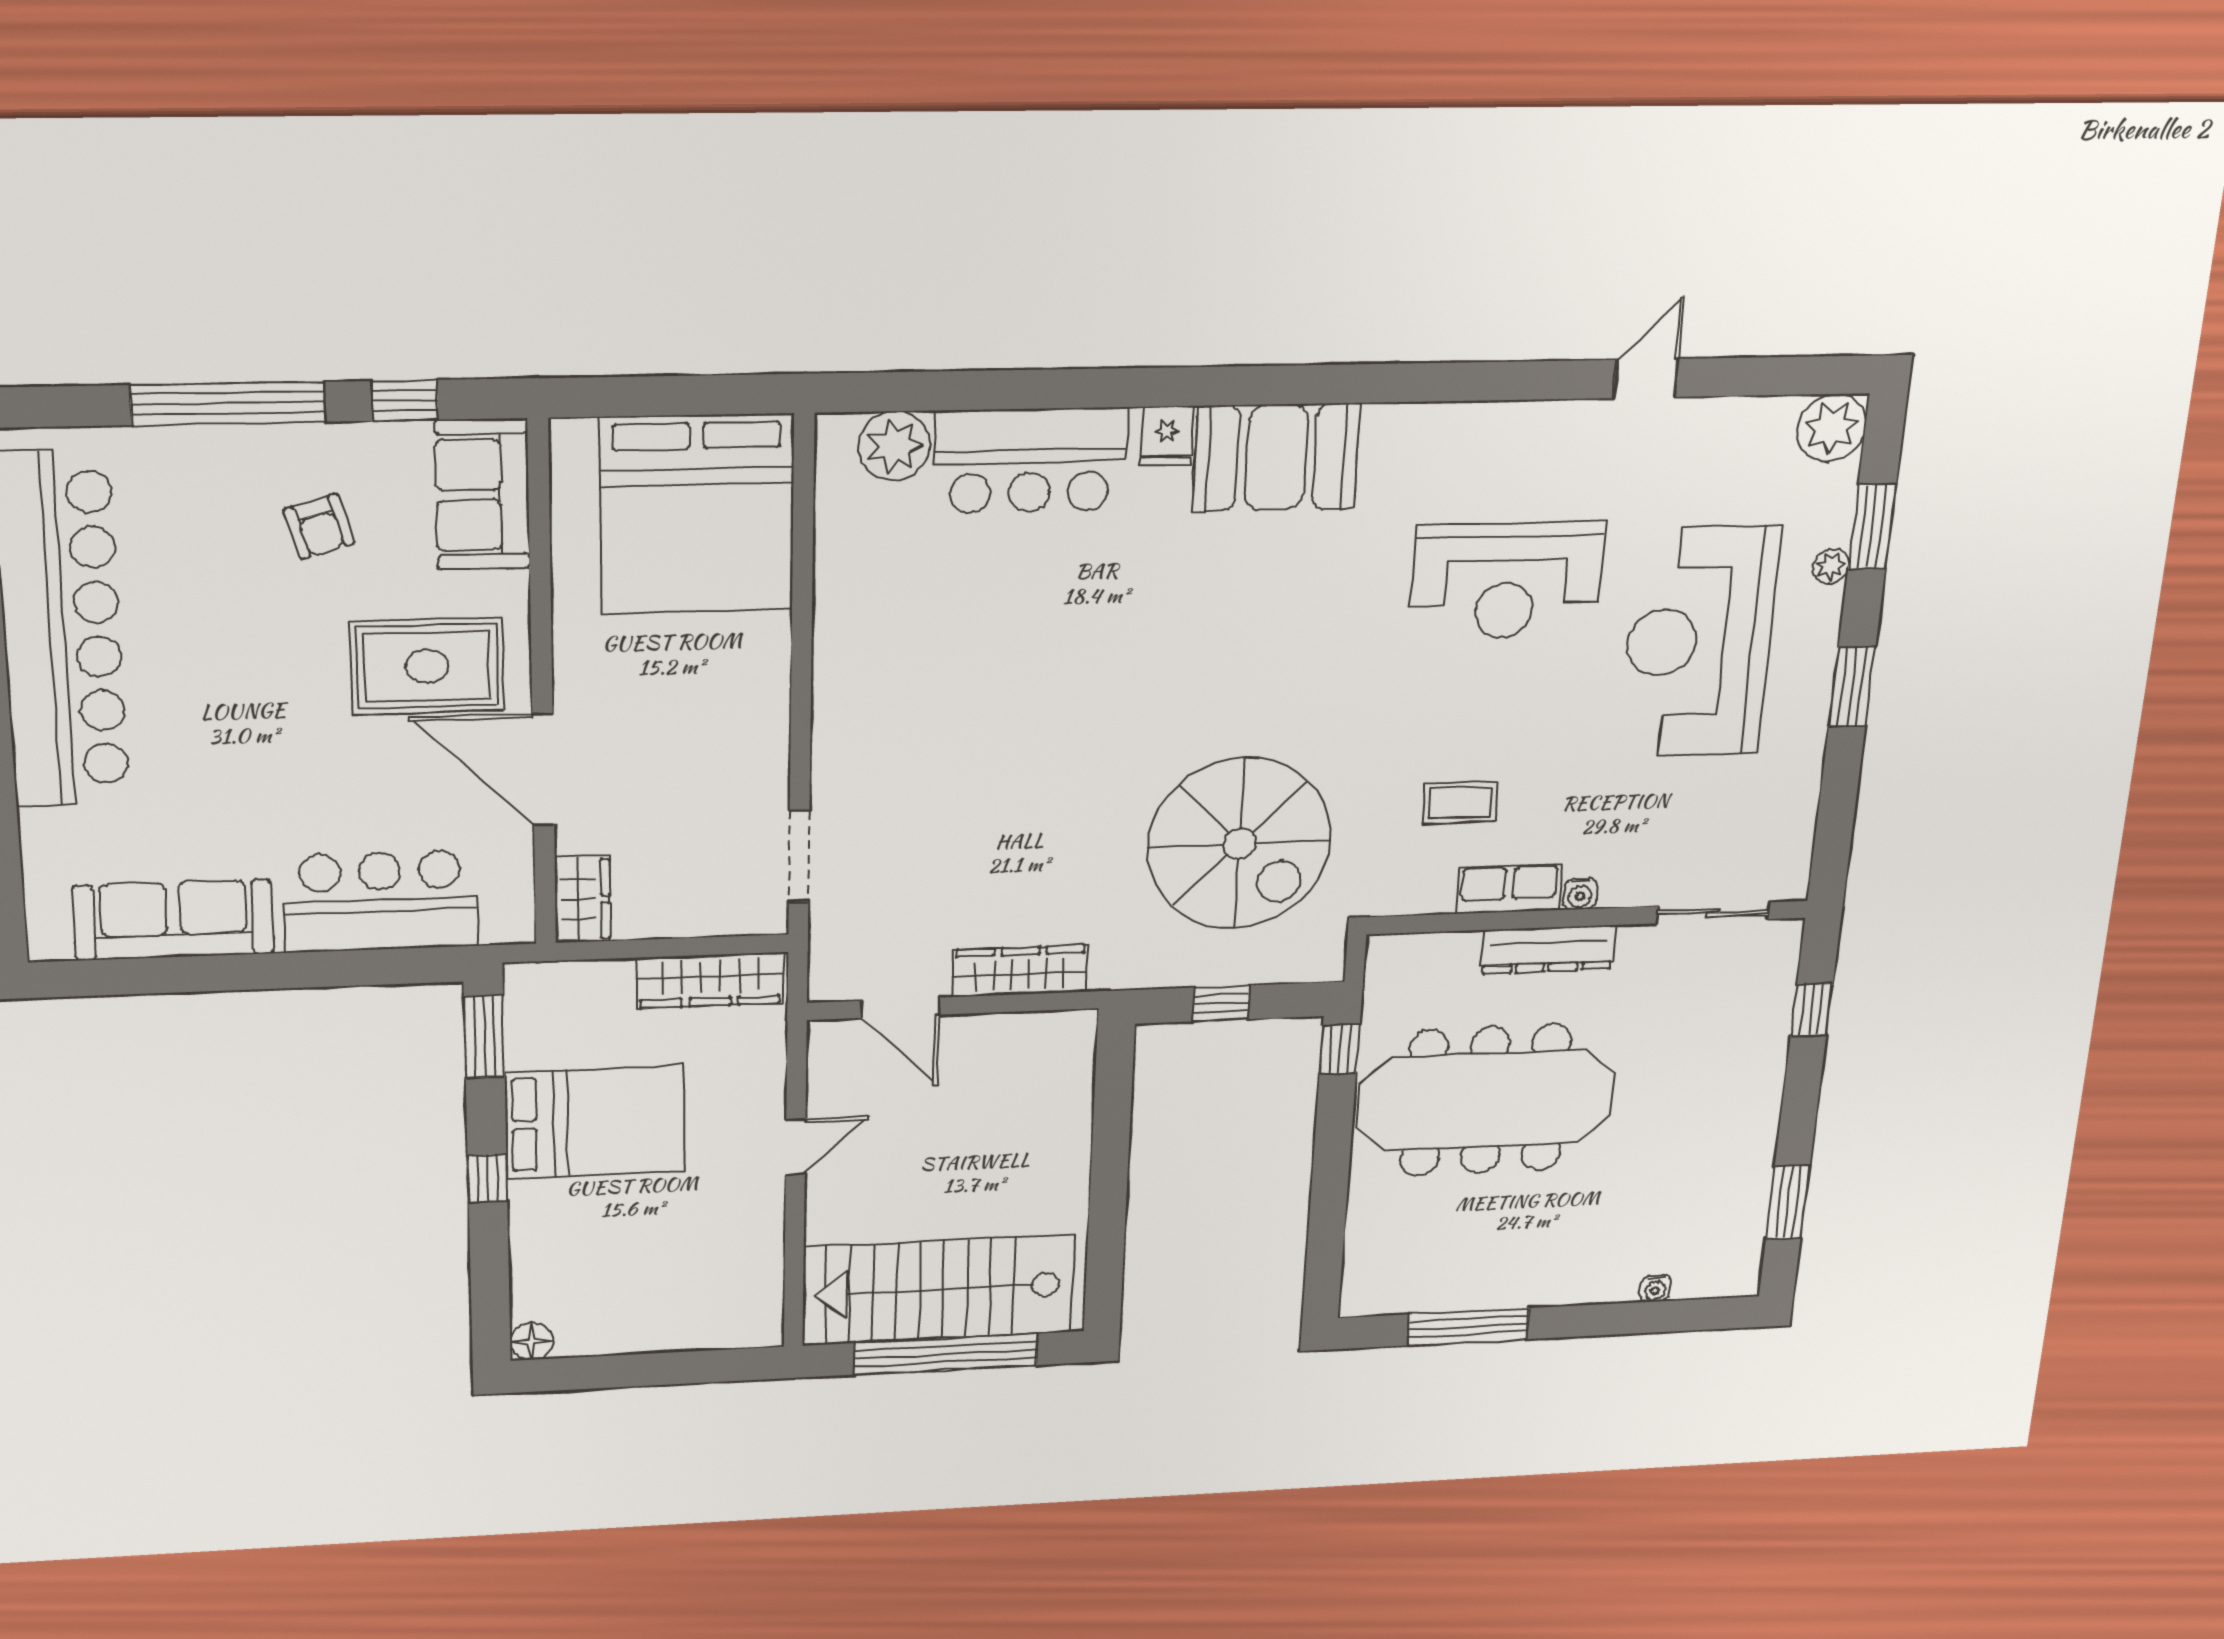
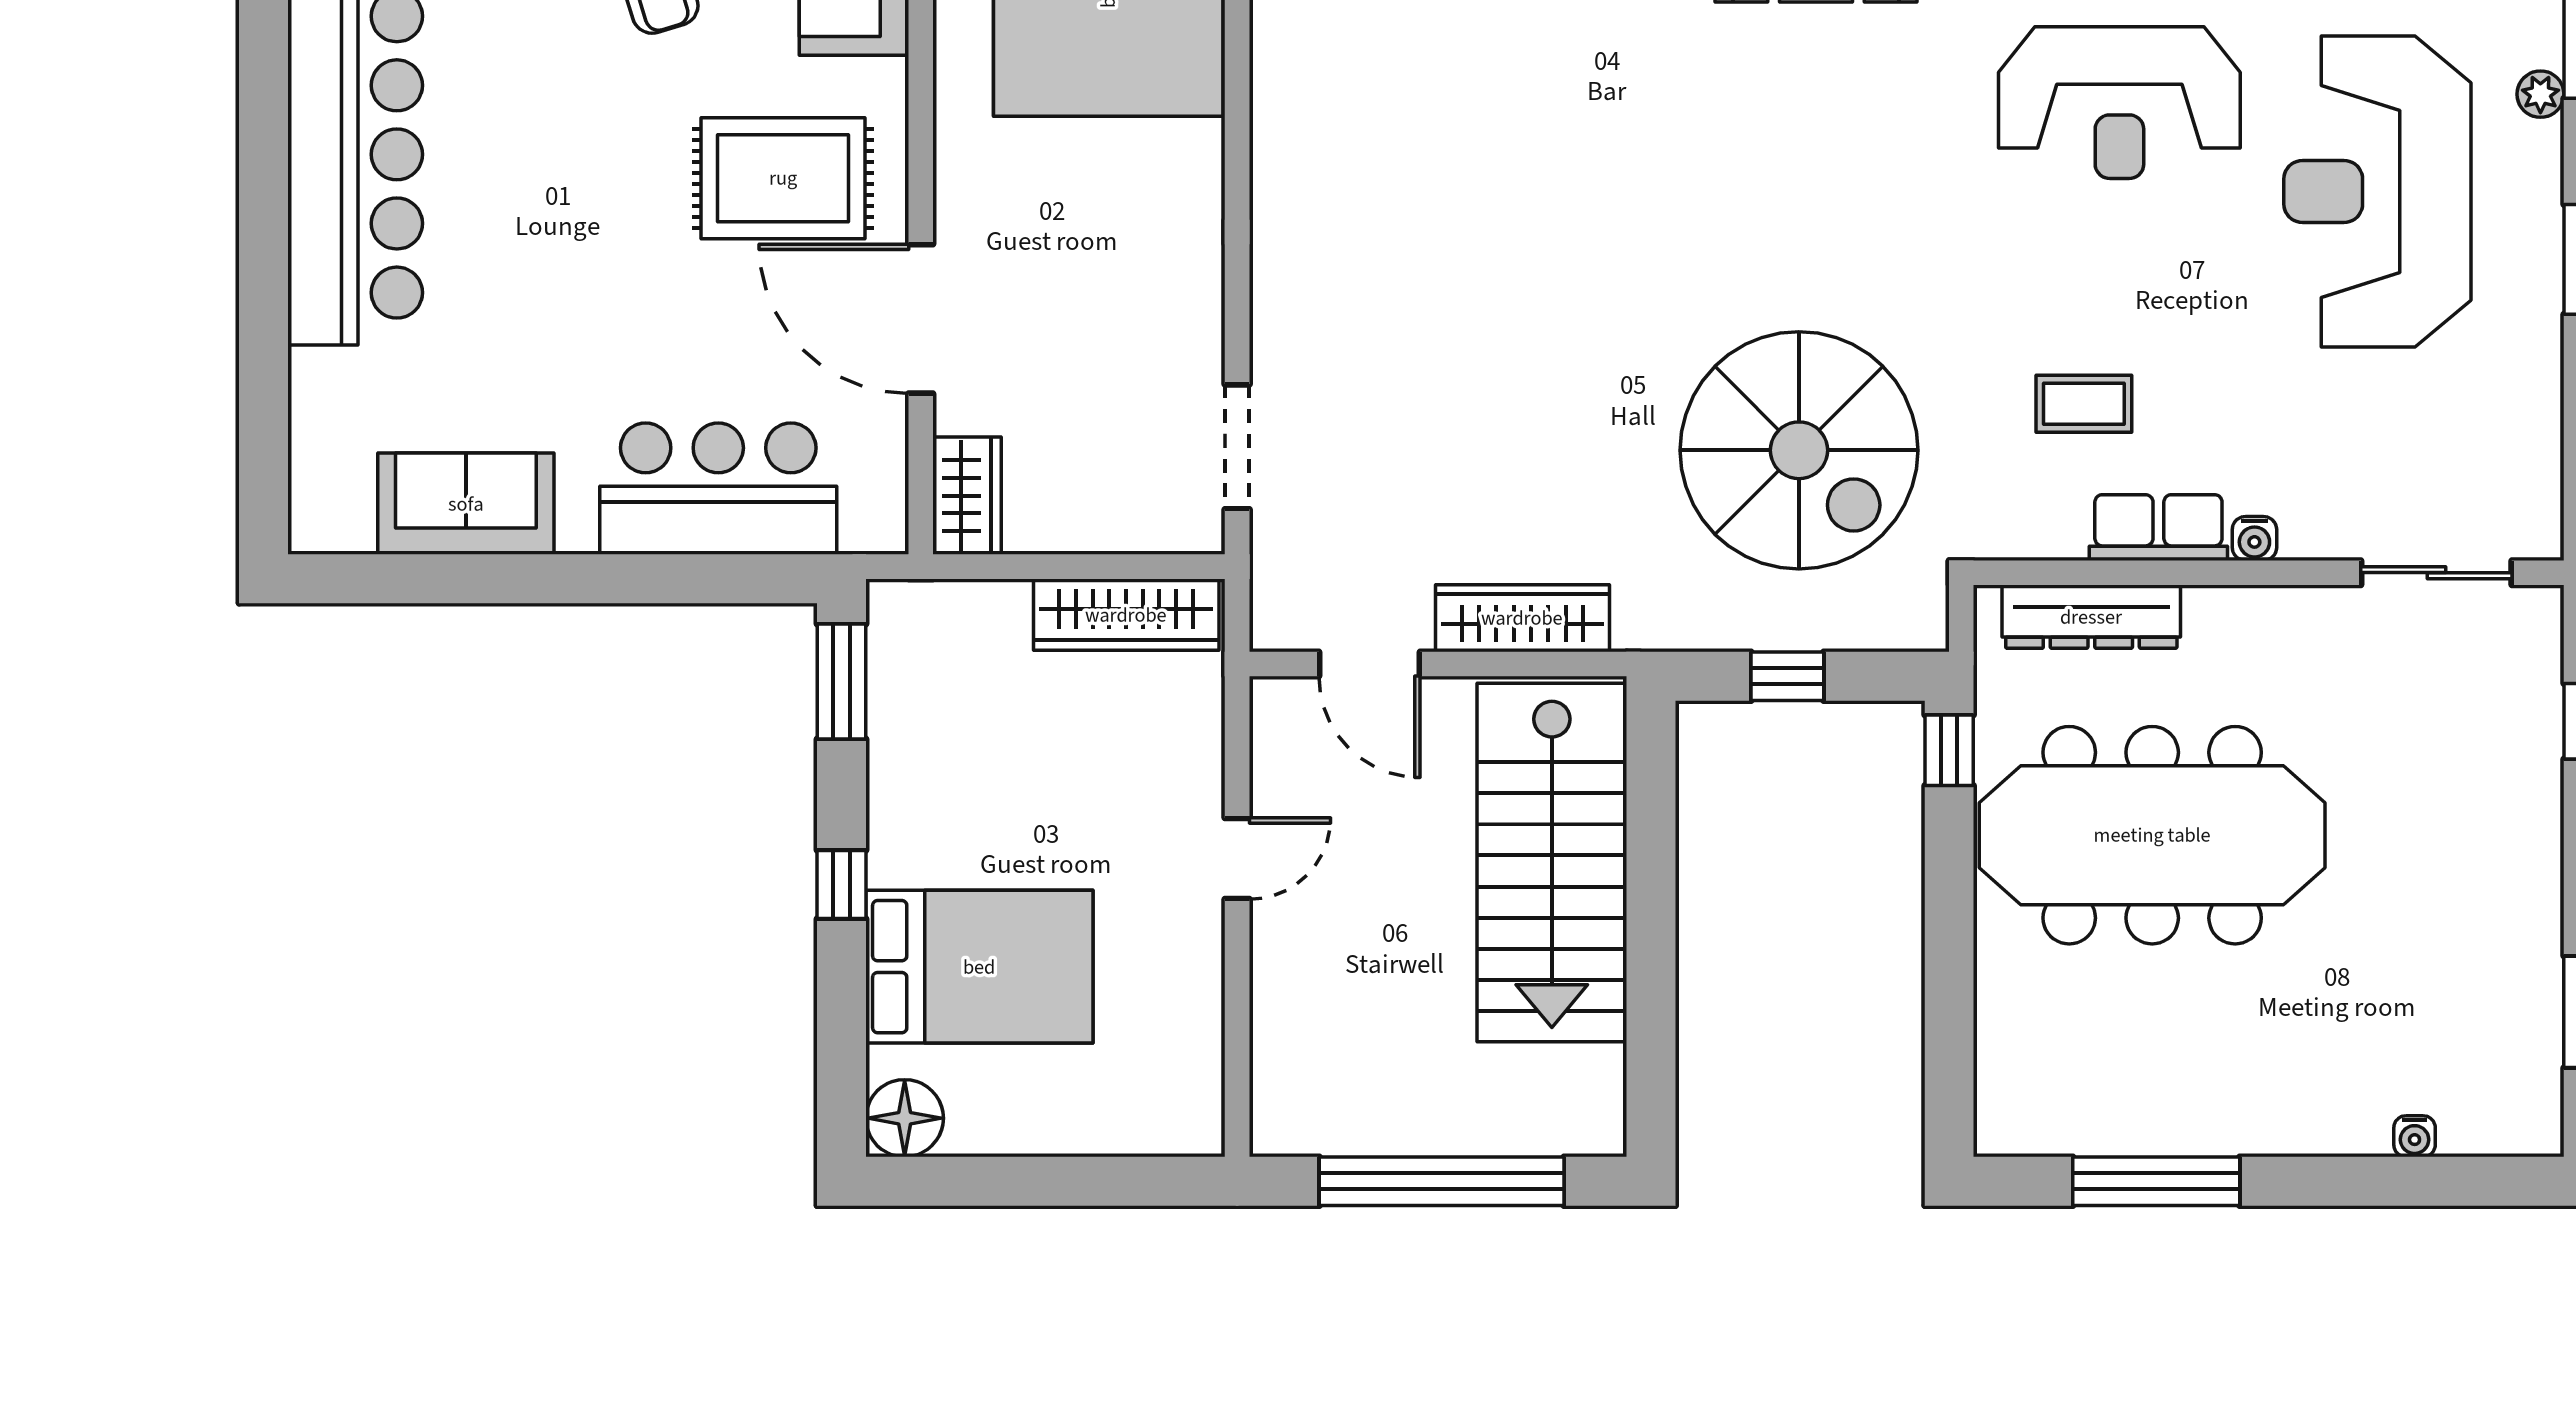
sofa: (173, 920) -> (466, 504), width x0.73
dresser: (1548, 949) -> (2091, 617), moved
bed: (595, 1122) -> (979, 967), moved
stairs: (938, 1290) -> (1552, 863), moved, turned -90
floor lamp: (532, 1341) -> (905, 1118), width x1.38, depth x1.38

